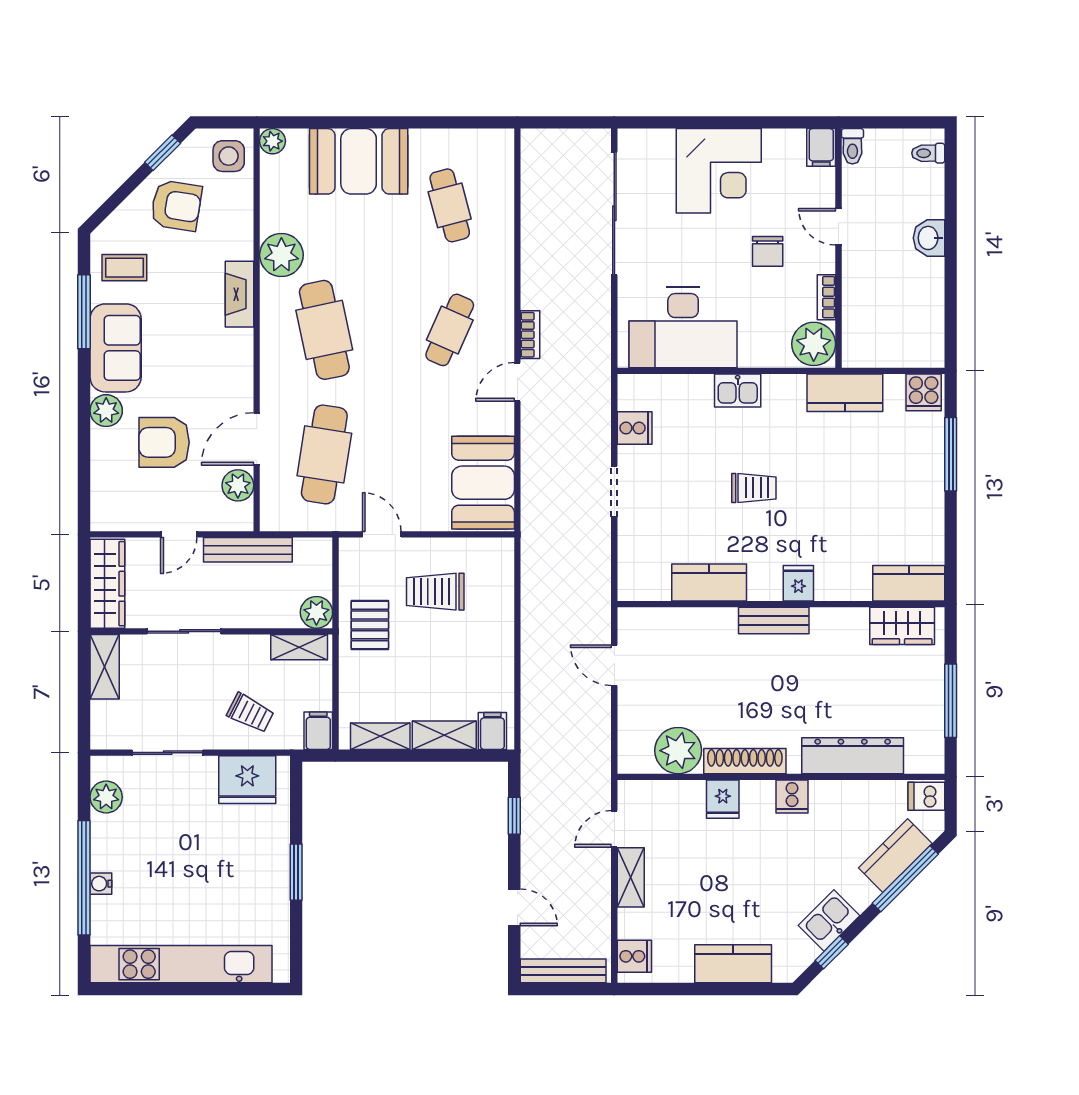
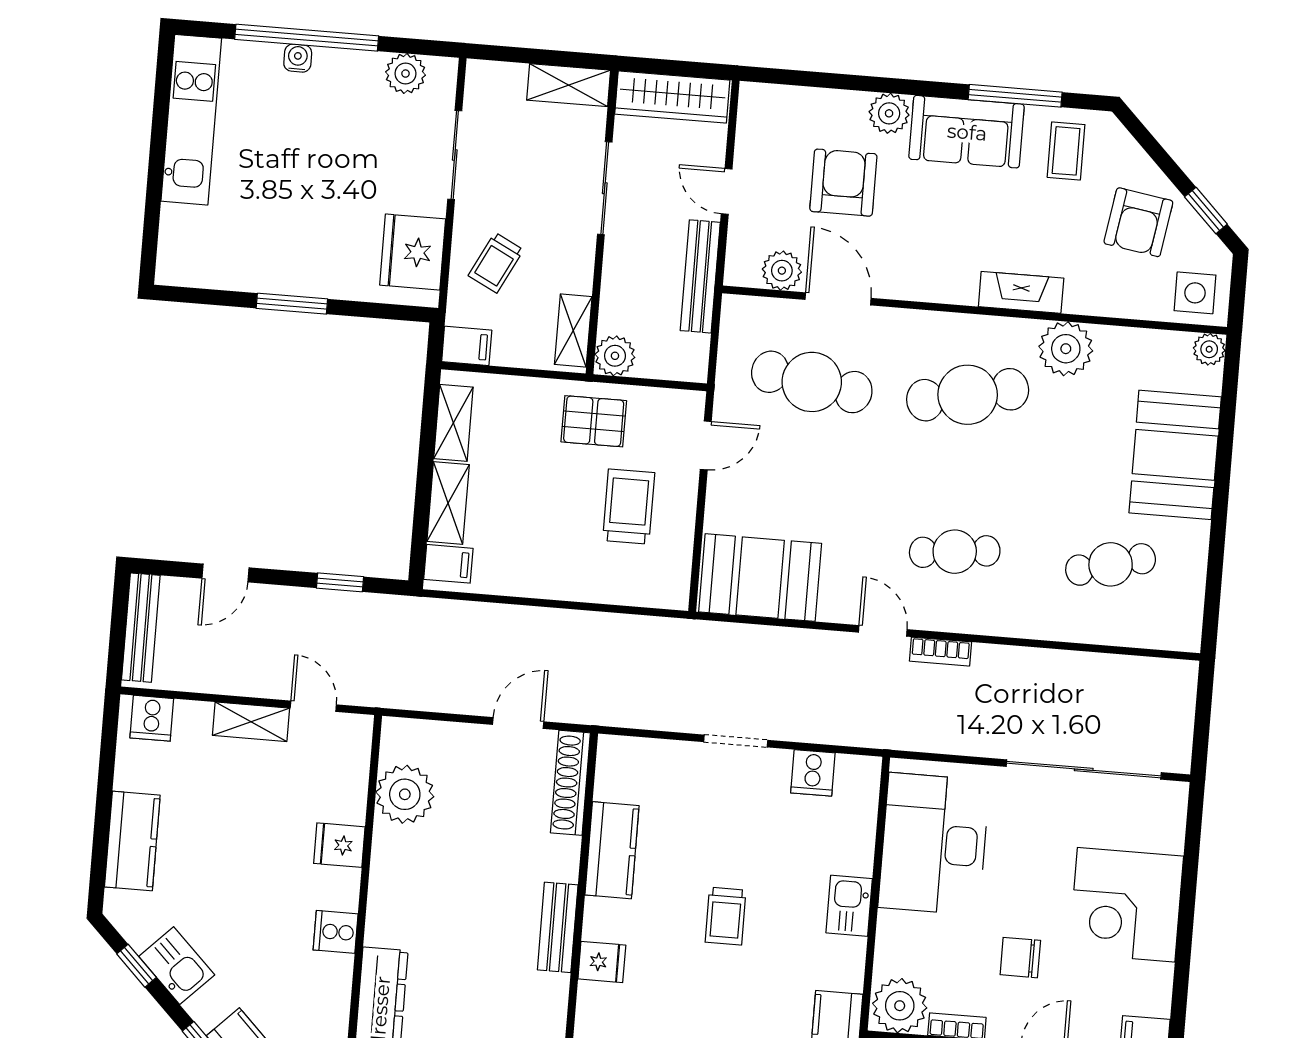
cafe table: (450, 330) -> (955, 552), turned -30
shoe rack: (745, 761) -> (570, 783), moved, turned 180
kitchen unit: (181, 964) -> (191, 120), width x0.73

